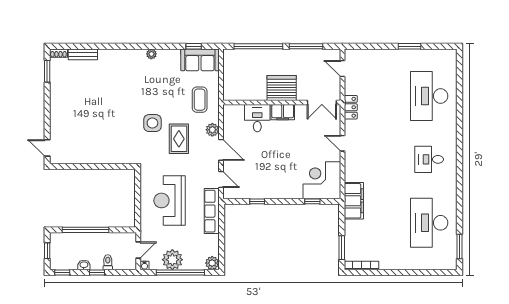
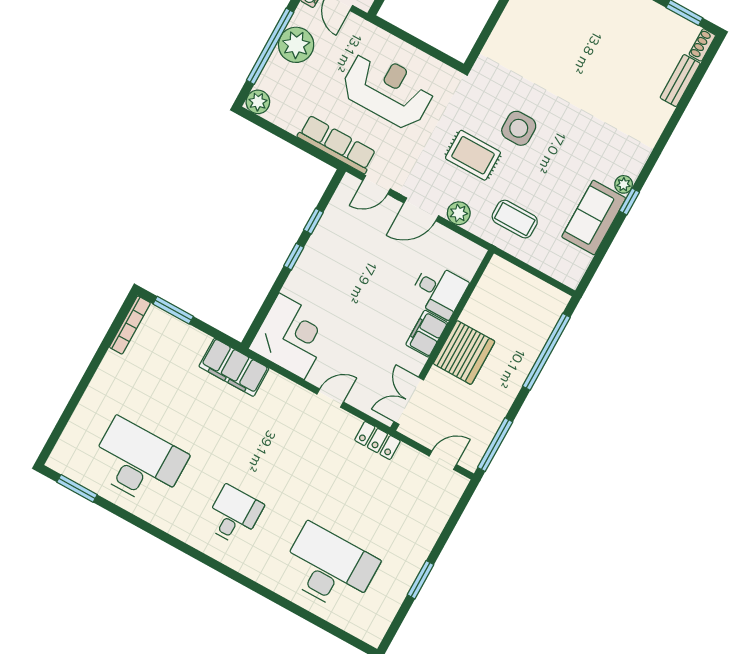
window: (194, 46) -> (629, 202), moved
window: (306, 46) -> (495, 445), moved
sofa: (200, 60) -> (594, 217), moved
window: (312, 201) -> (294, 257), moved

